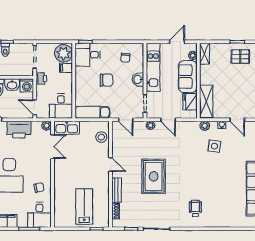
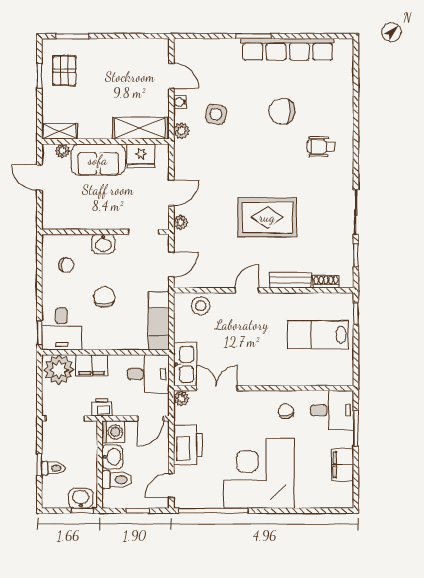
kitchen unit: (153, 67) -> (82, 218), removed
filing cabinet: (66, 68) -> (92, 365), width x2.00
door: (237, 120) -> (171, 76), hinge flipped
chair: (216, 185) -> (282, 111), added

